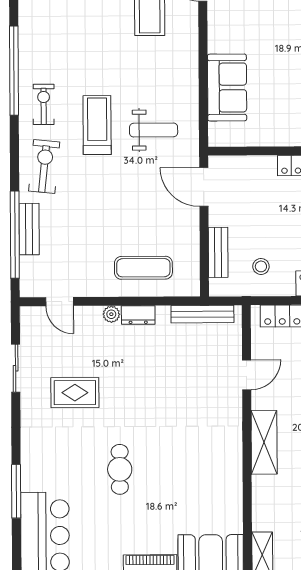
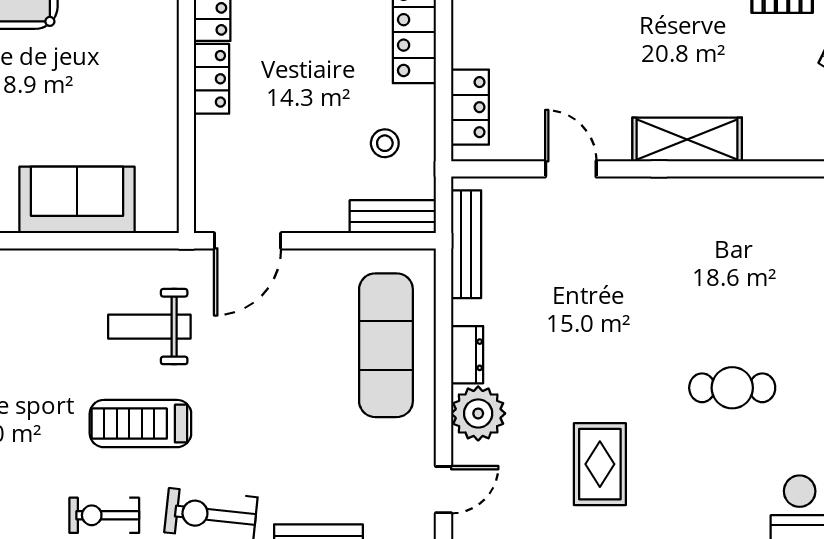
weight bench: (154, 130) -> (149, 327), turned -90
bench: (218, 252) -> (393, 217), moved
exercise mat: (143, 268) -> (386, 345), width x1.36, depth x1.45
plant: (111, 314) -> (478, 413), width x1.88, depth x1.88

